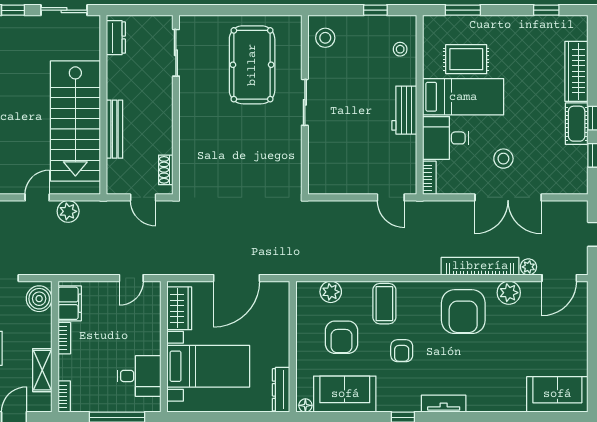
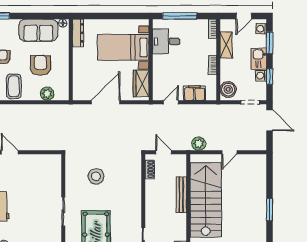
stool: (252, 159) -> (96, 176), added
plant: (68, 211) -> (199, 144), moved
filing cabinet: (70, 303) -> (194, 93), moved, turned 90

